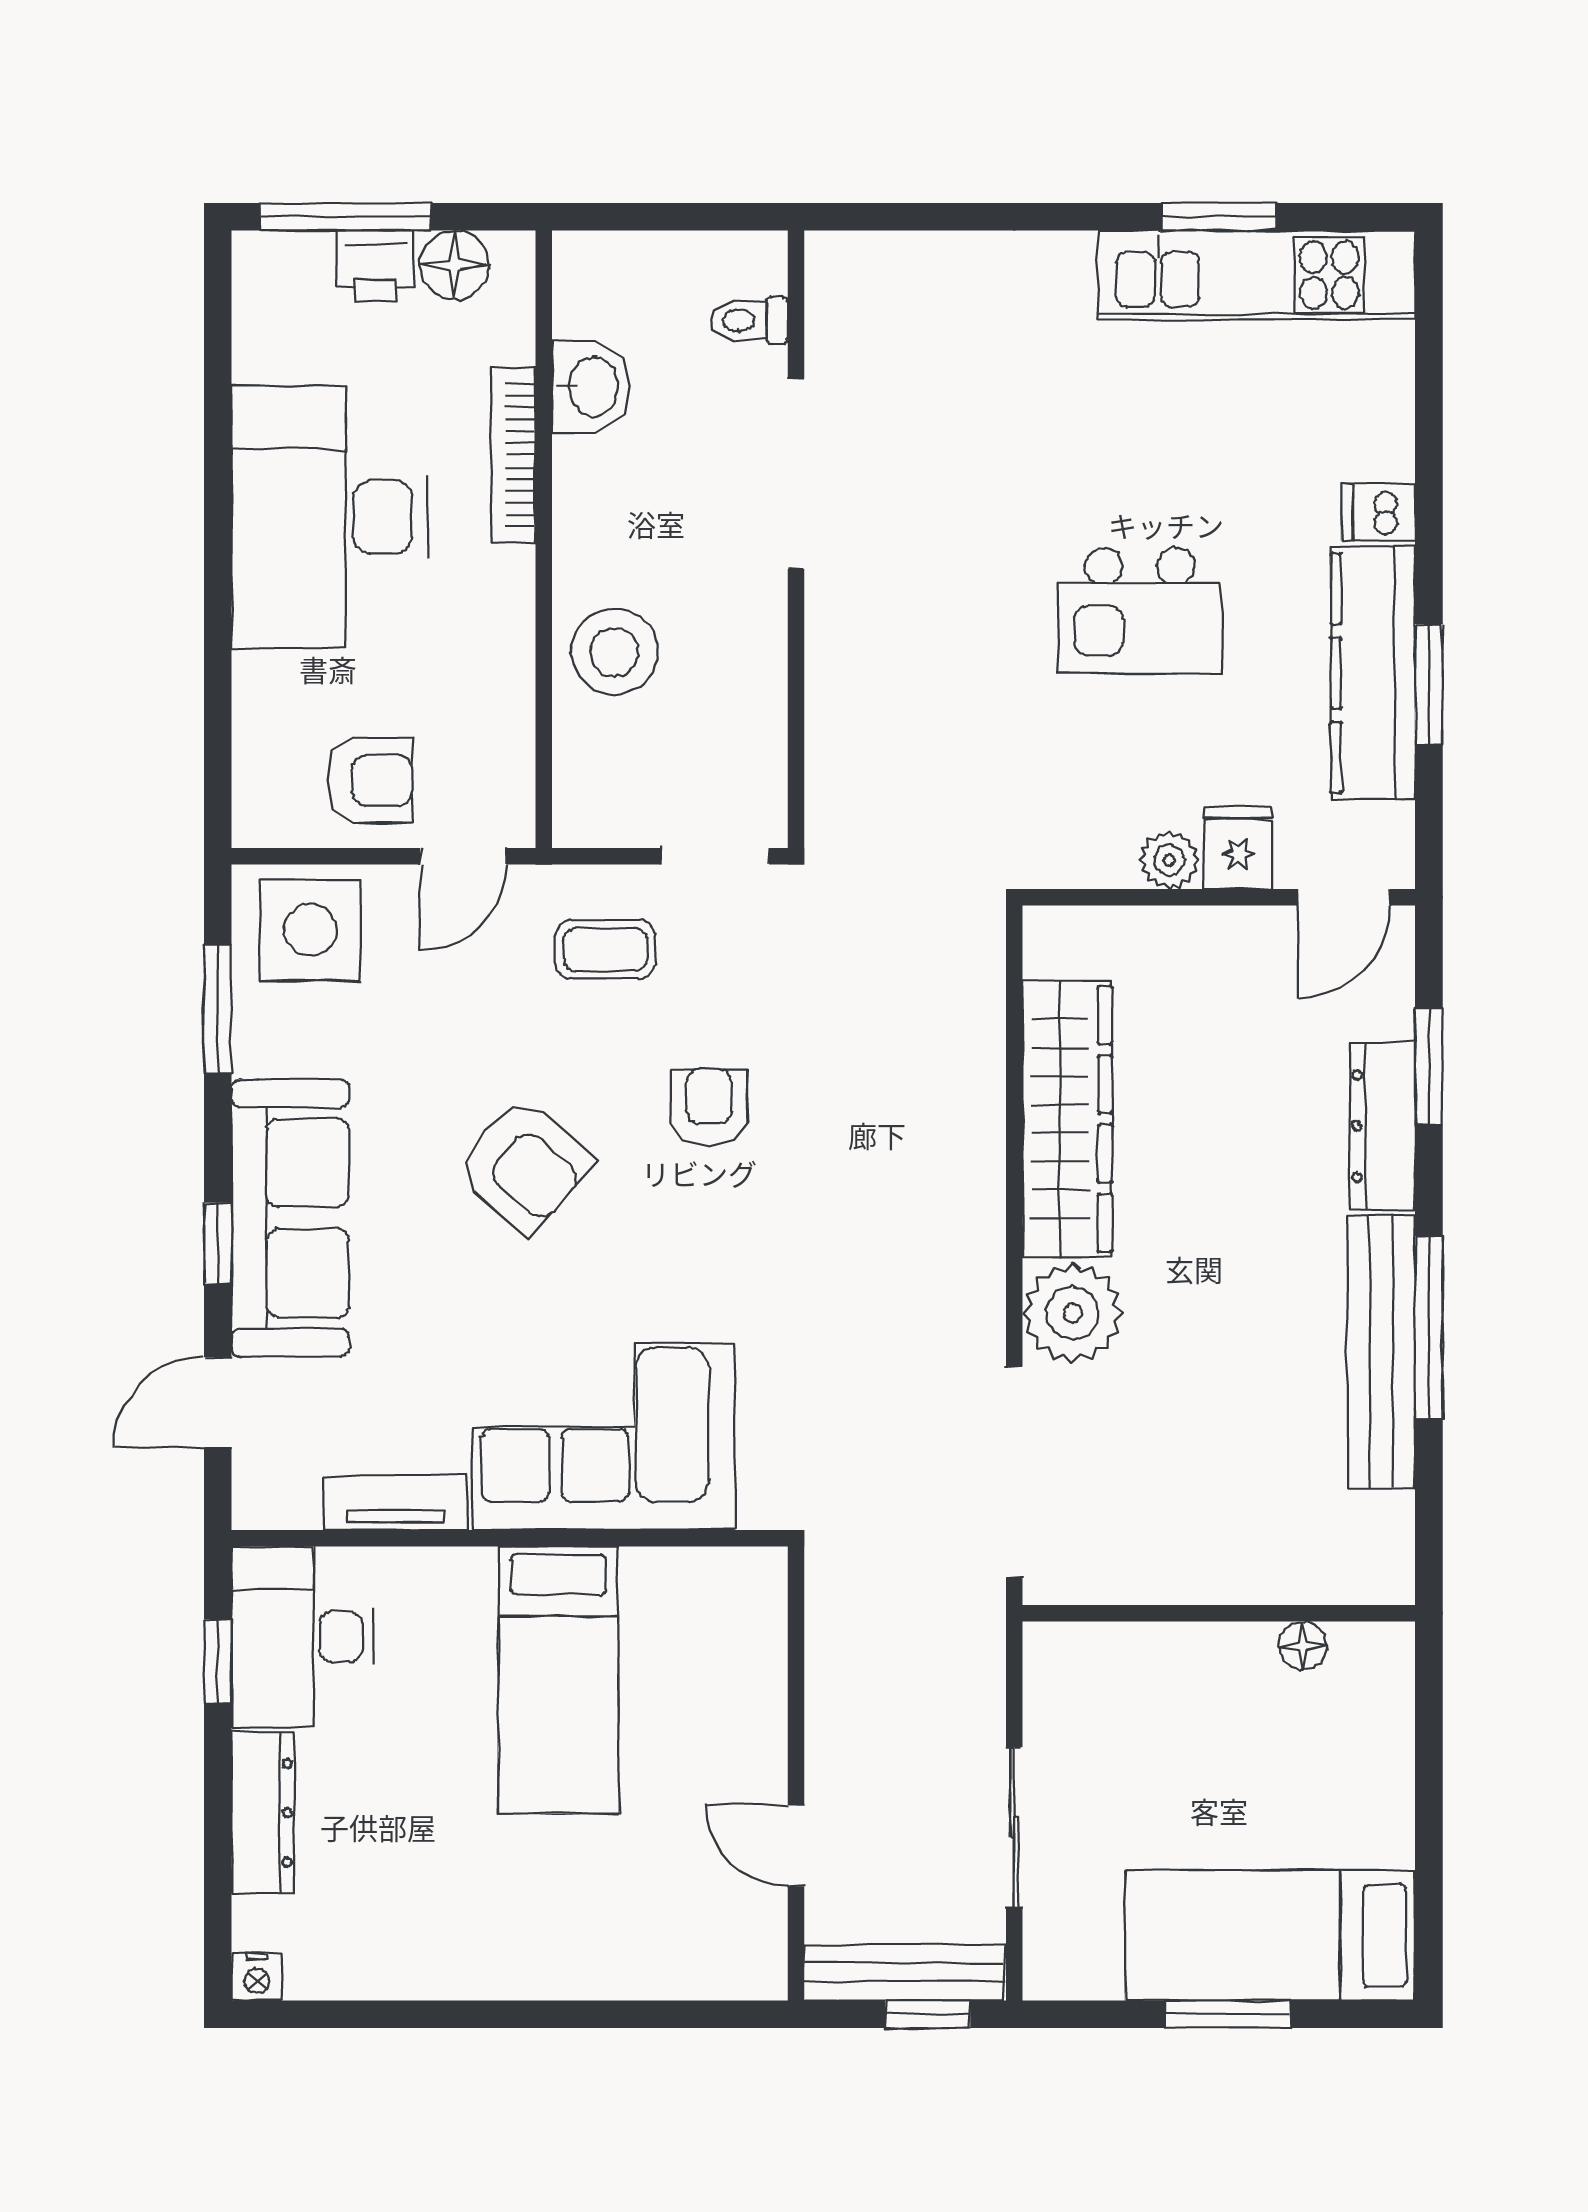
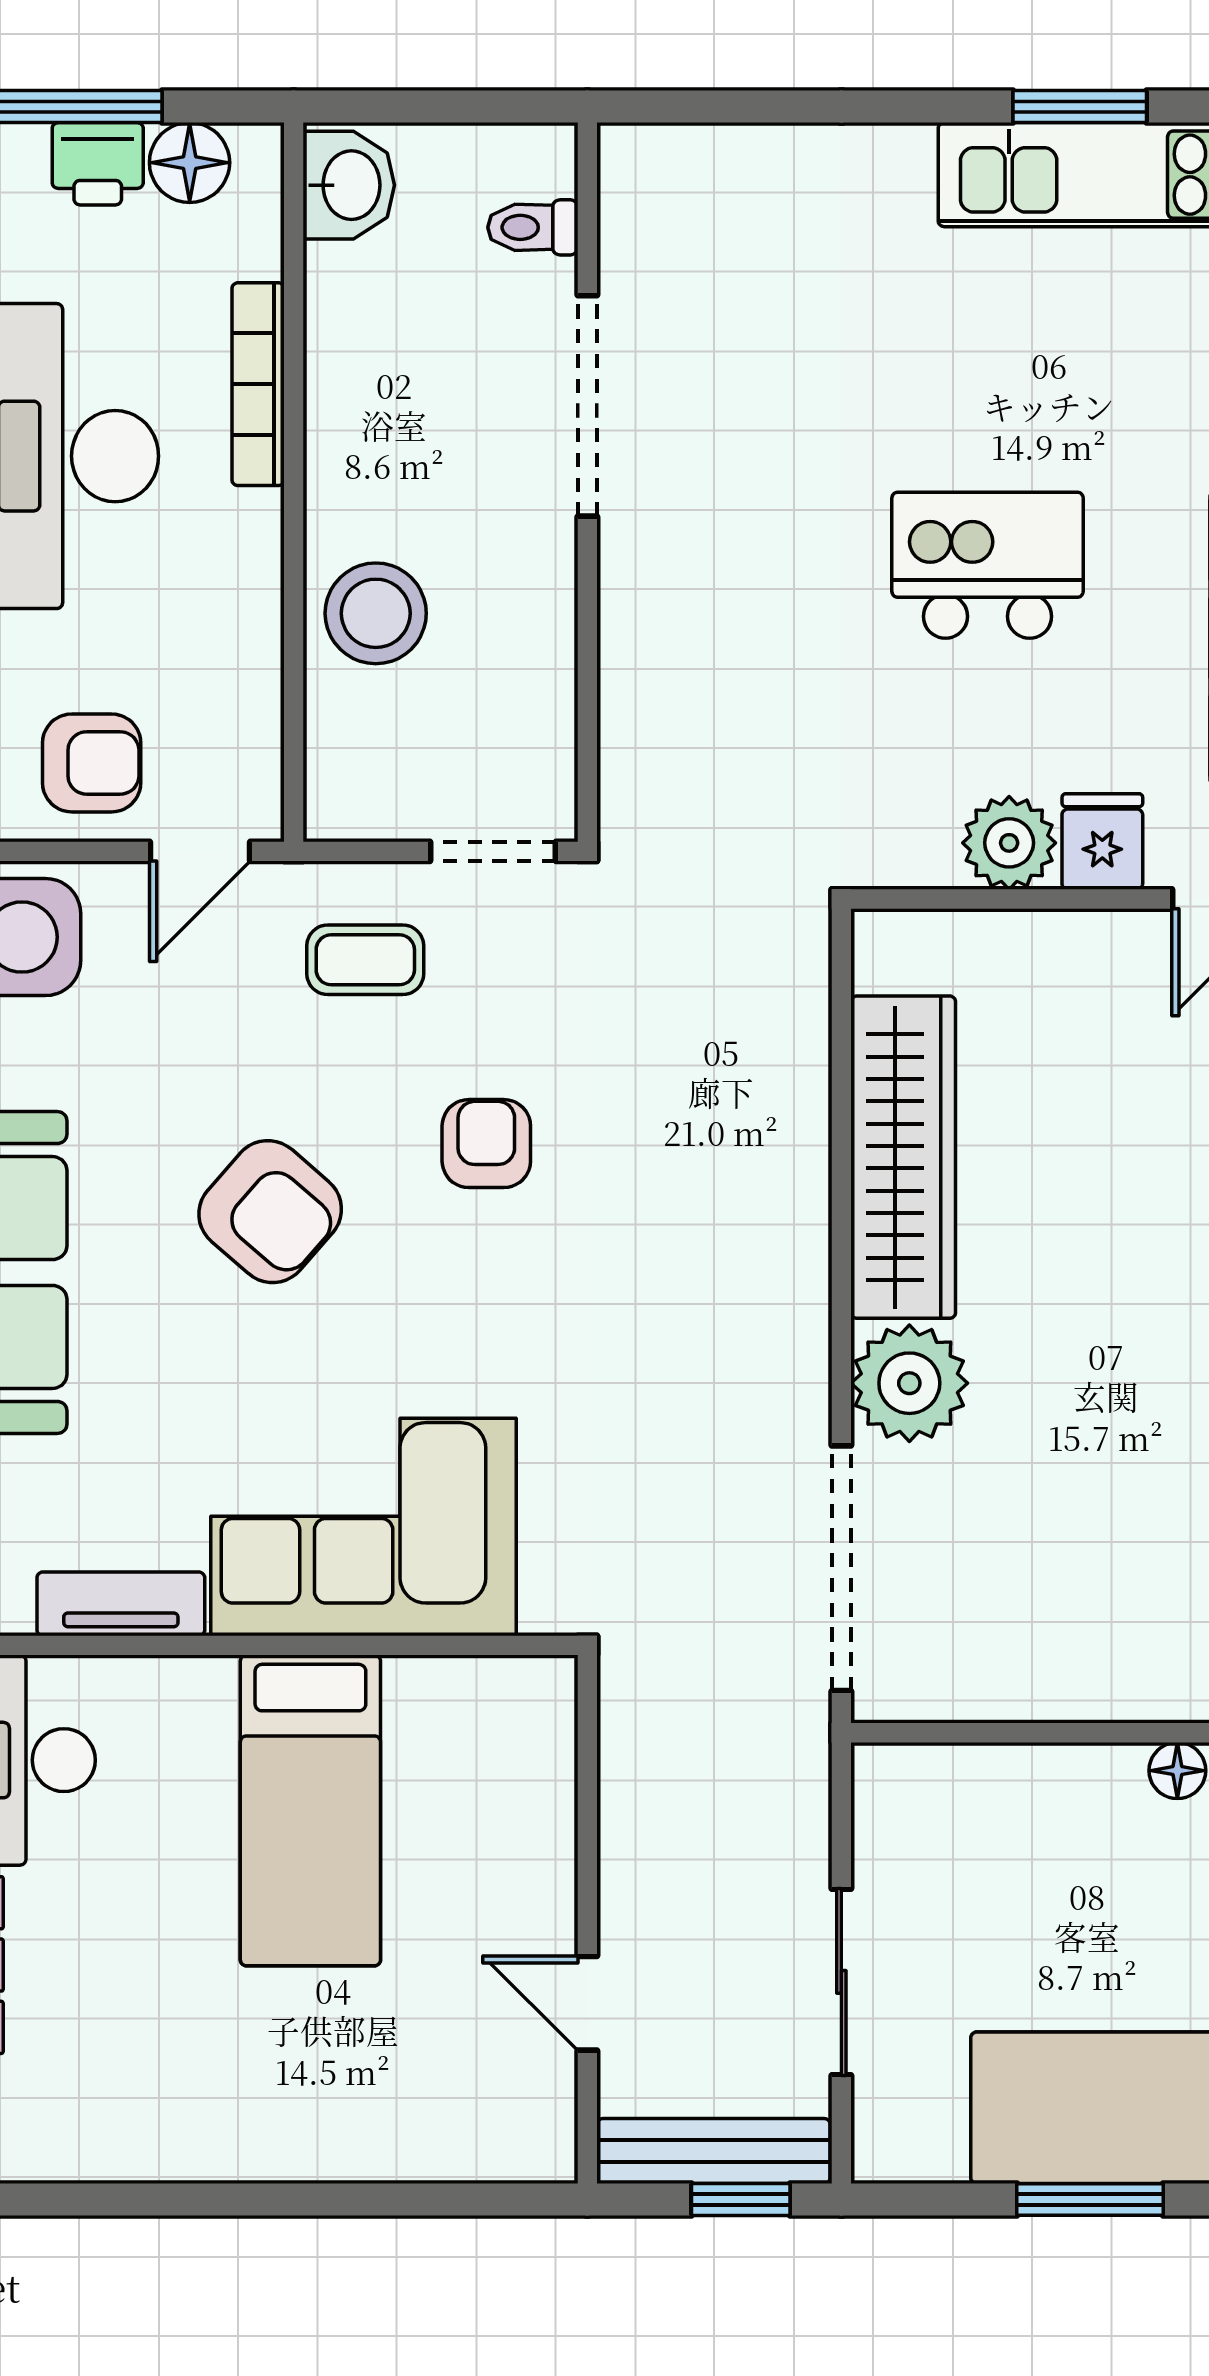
washbasin: (591, 386) -> (349, 185), moved
kitchen island: (1140, 611) -> (988, 565), turned 180
plant: (1169, 860) -> (1009, 843), width x1.38, depth x1.38

